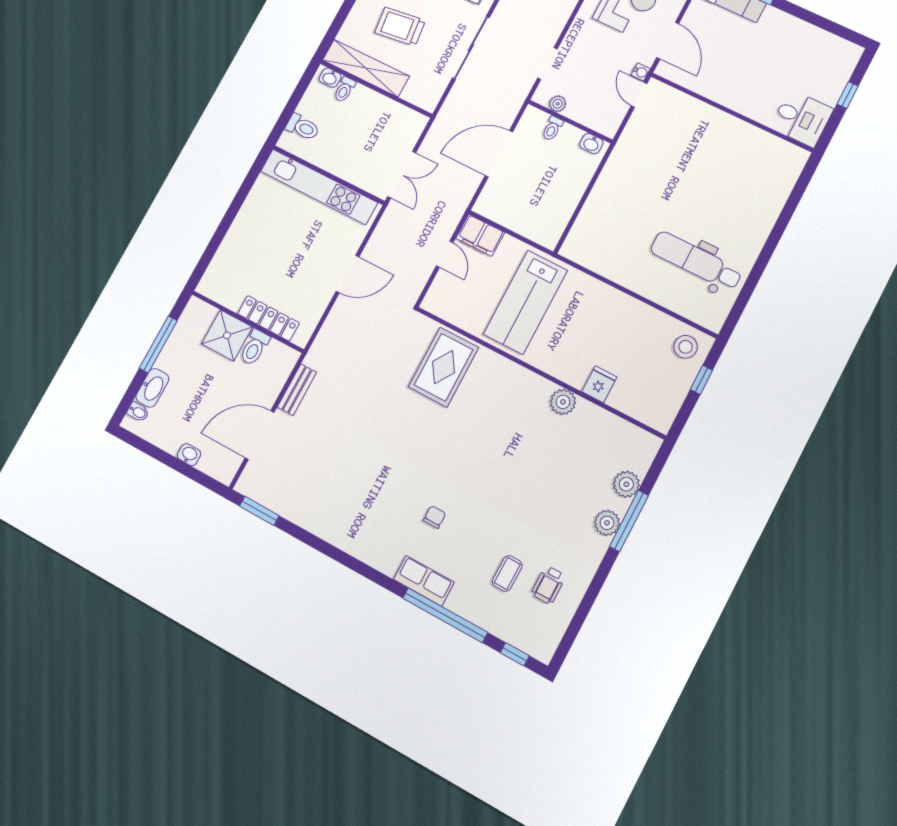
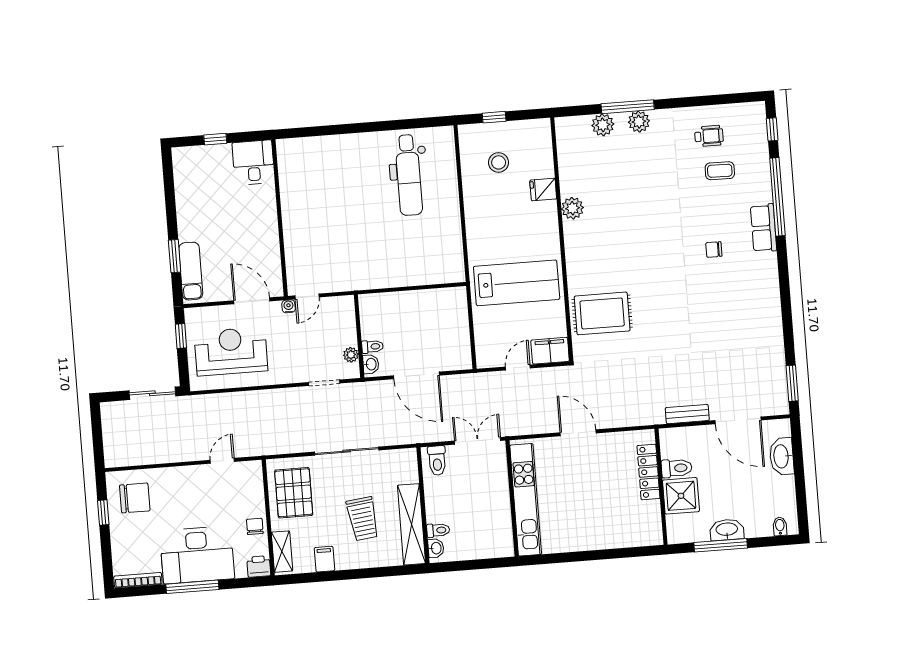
door: (668, 41) -> (252, 301), hinge flipped
toilet: (303, 127) -> (437, 461), moved, turned 180
washbasin: (591, 144) -> (371, 364), moved
filing cabinet: (480, 235) -> (550, 351), moved, turned -90
stool: (686, 347) -> (499, 162), moved
washbasin: (152, 388) -> (727, 530), moved
washbasin: (189, 455) -> (782, 456), width x1.91, depth x1.45

